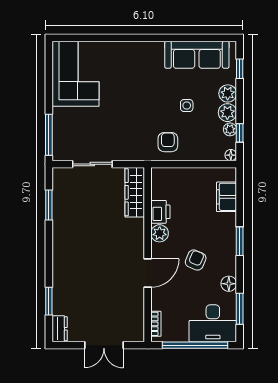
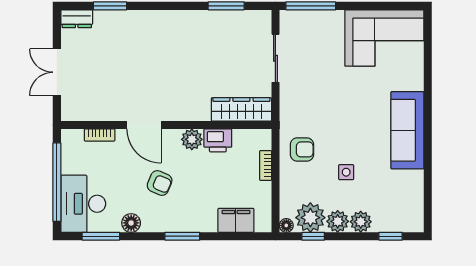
sofa: (197, 55) -> (407, 130), moved
plant: (230, 129) -> (310, 218), width x1.88, depth x1.88
bookcase: (181, 172) -> (266, 166), added
bookcase: (156, 324) -> (100, 135), moved

